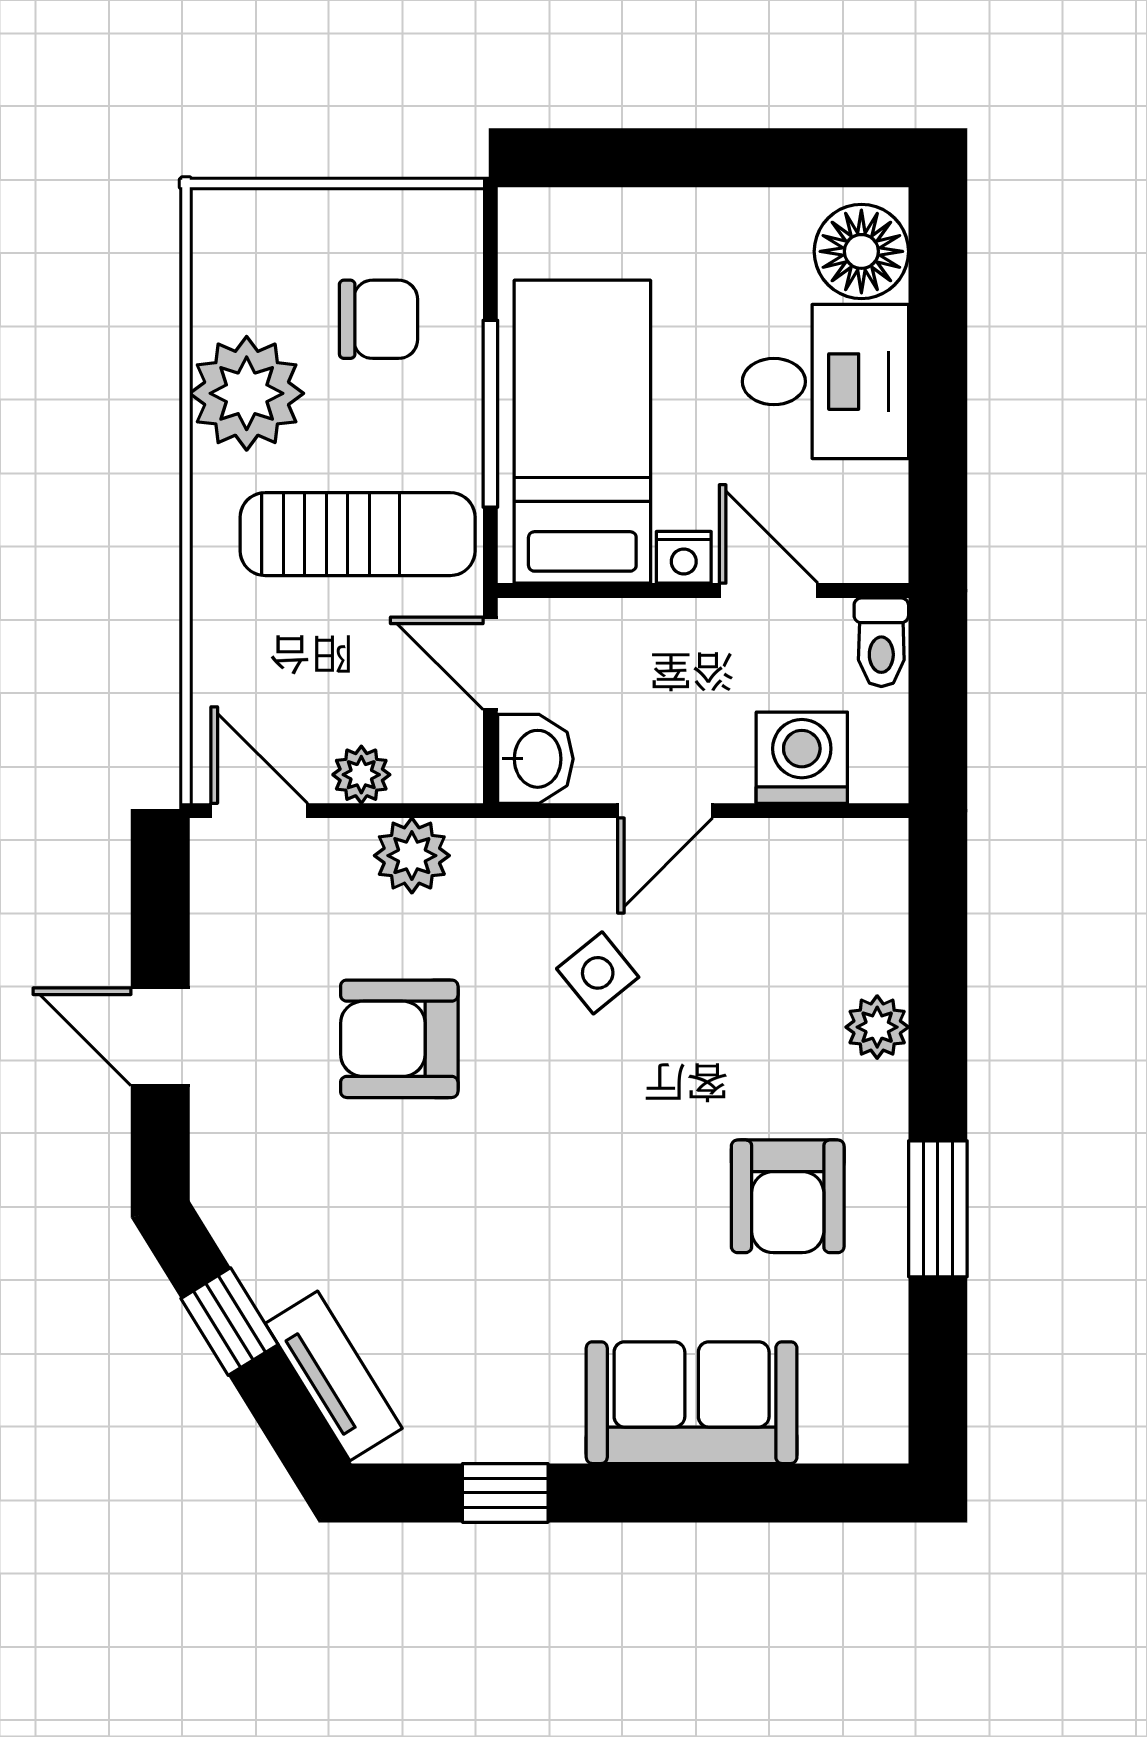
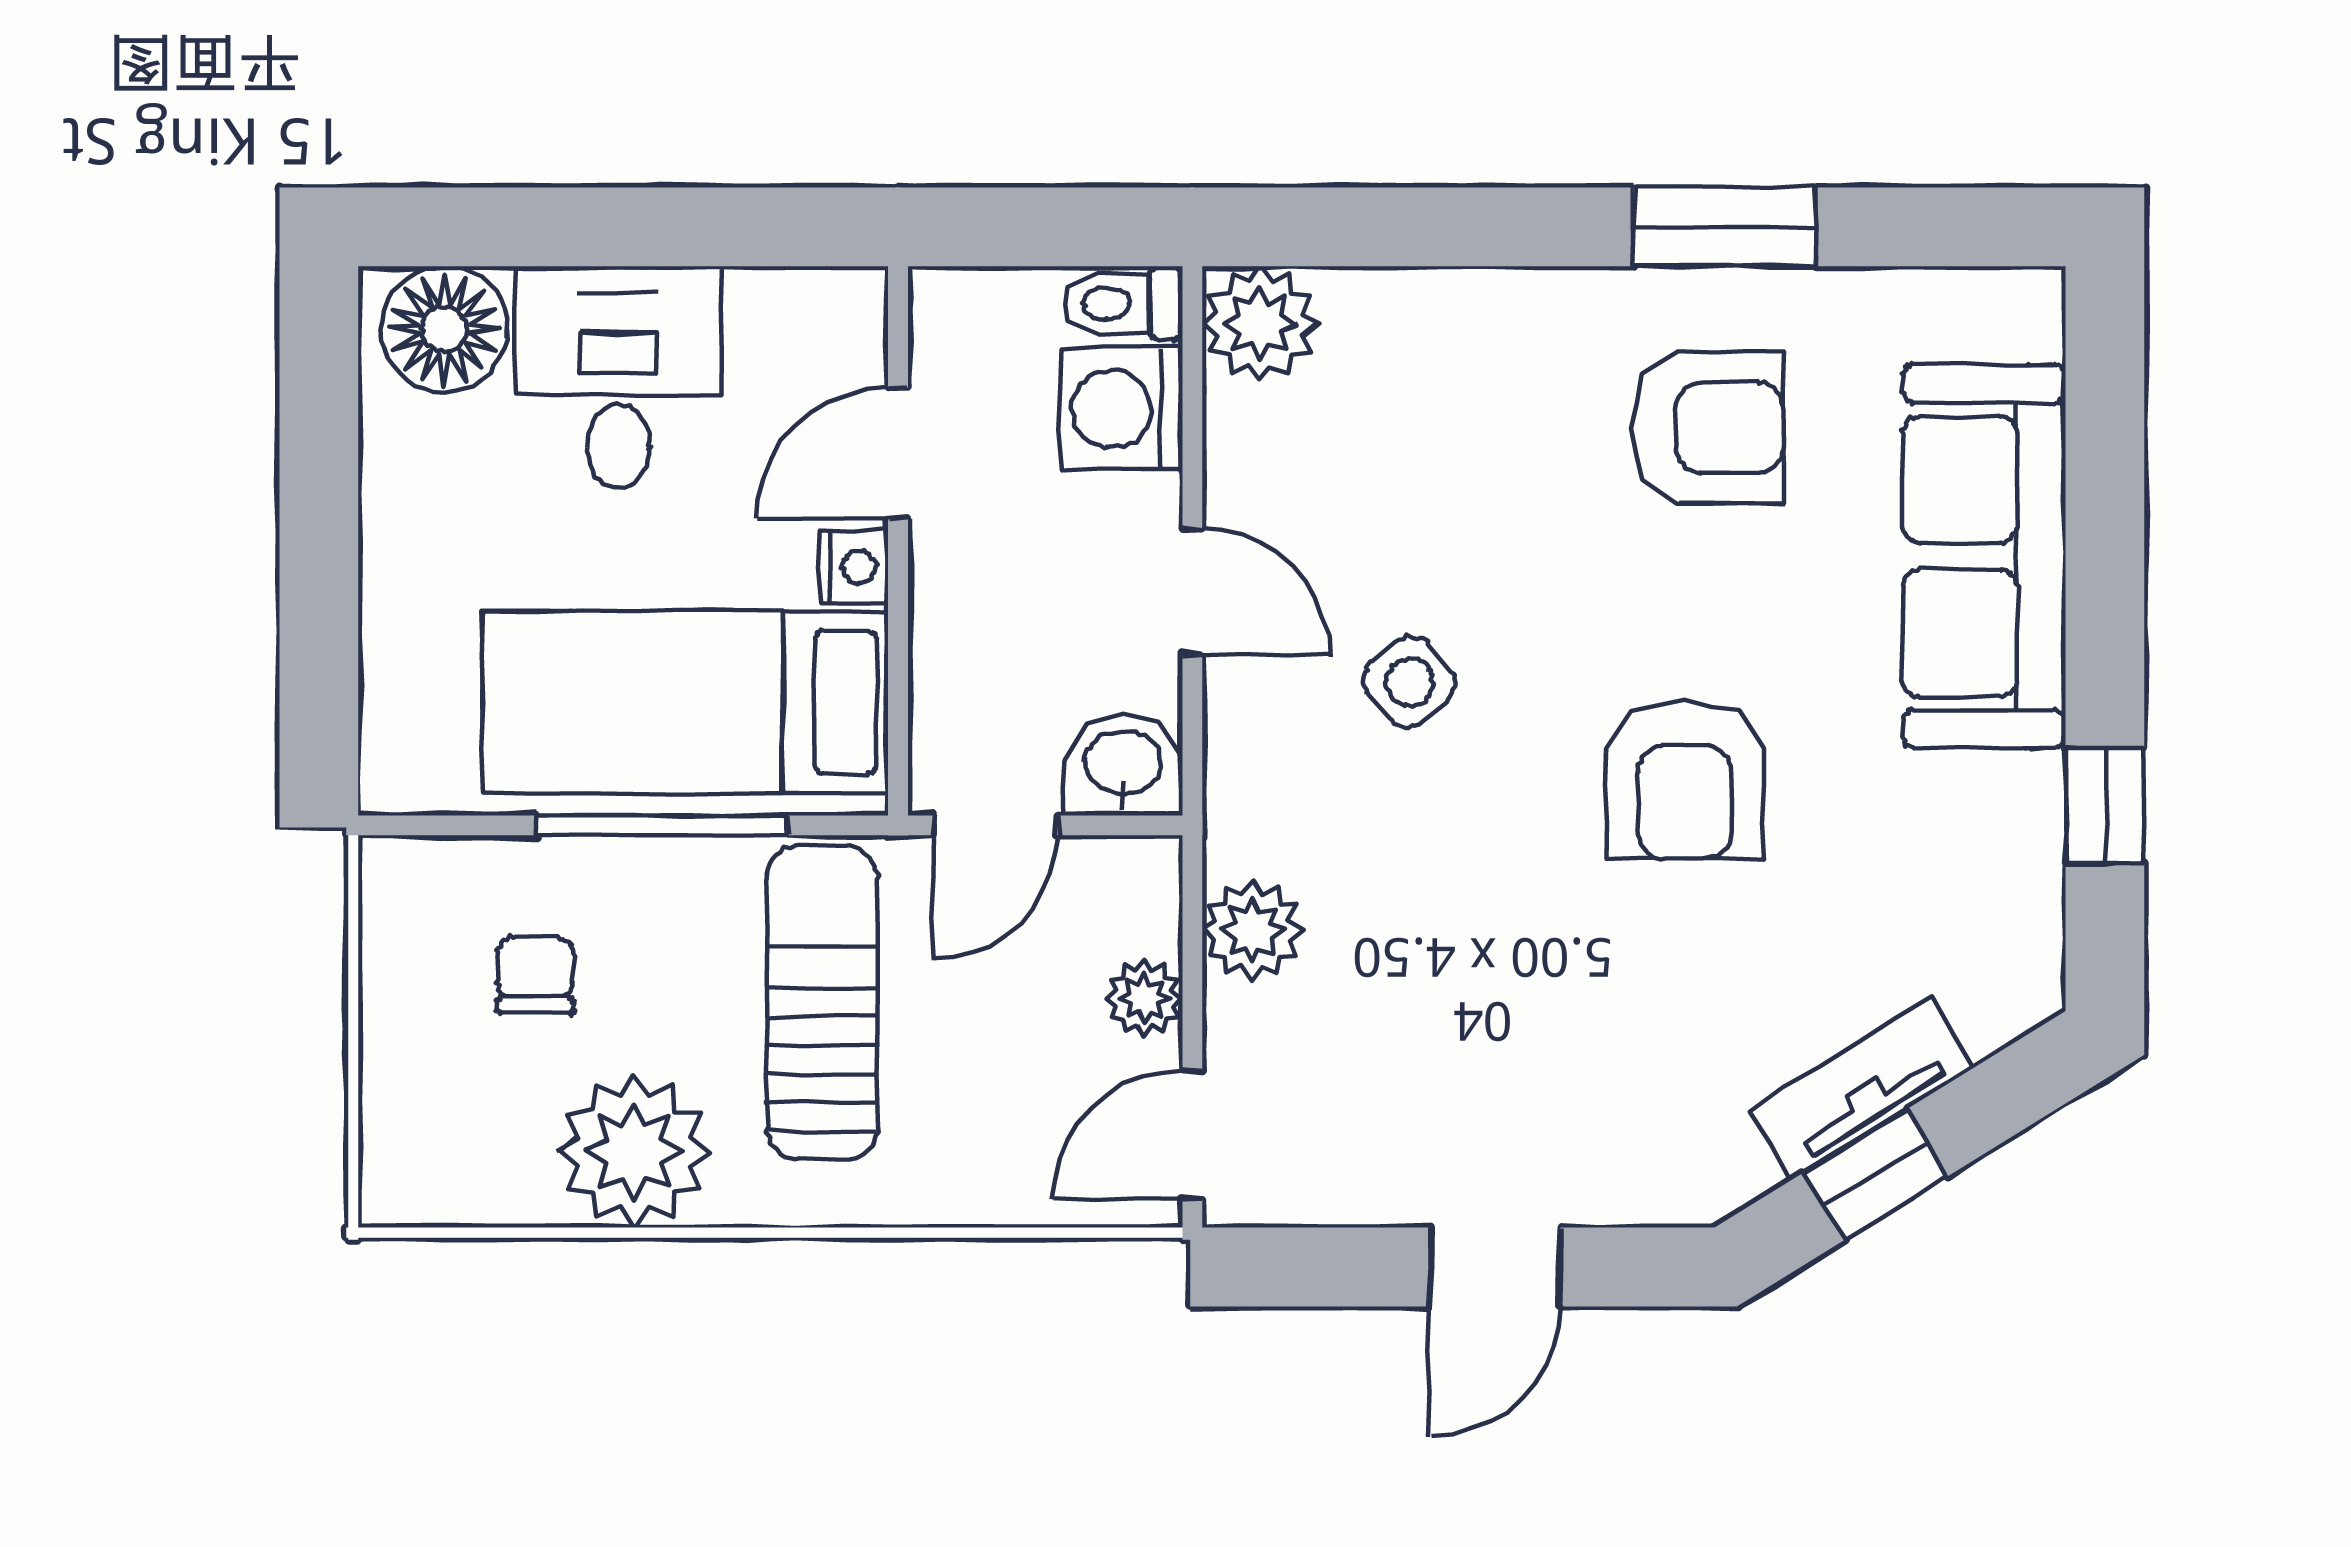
chair: (378, 319) -> (535, 975), width x0.73, depth x0.73
toilet: (881, 642) -> (1123, 304), moved, turned 180
plant: (877, 1027) -> (1260, 324), moved, width x1.38, depth x1.38
armchair: (399, 1039) -> (1685, 780), moved
tv unit: (334, 1376) -> (1862, 1088), moved
sofa: (692, 1403) -> (1984, 556), width x1.36

